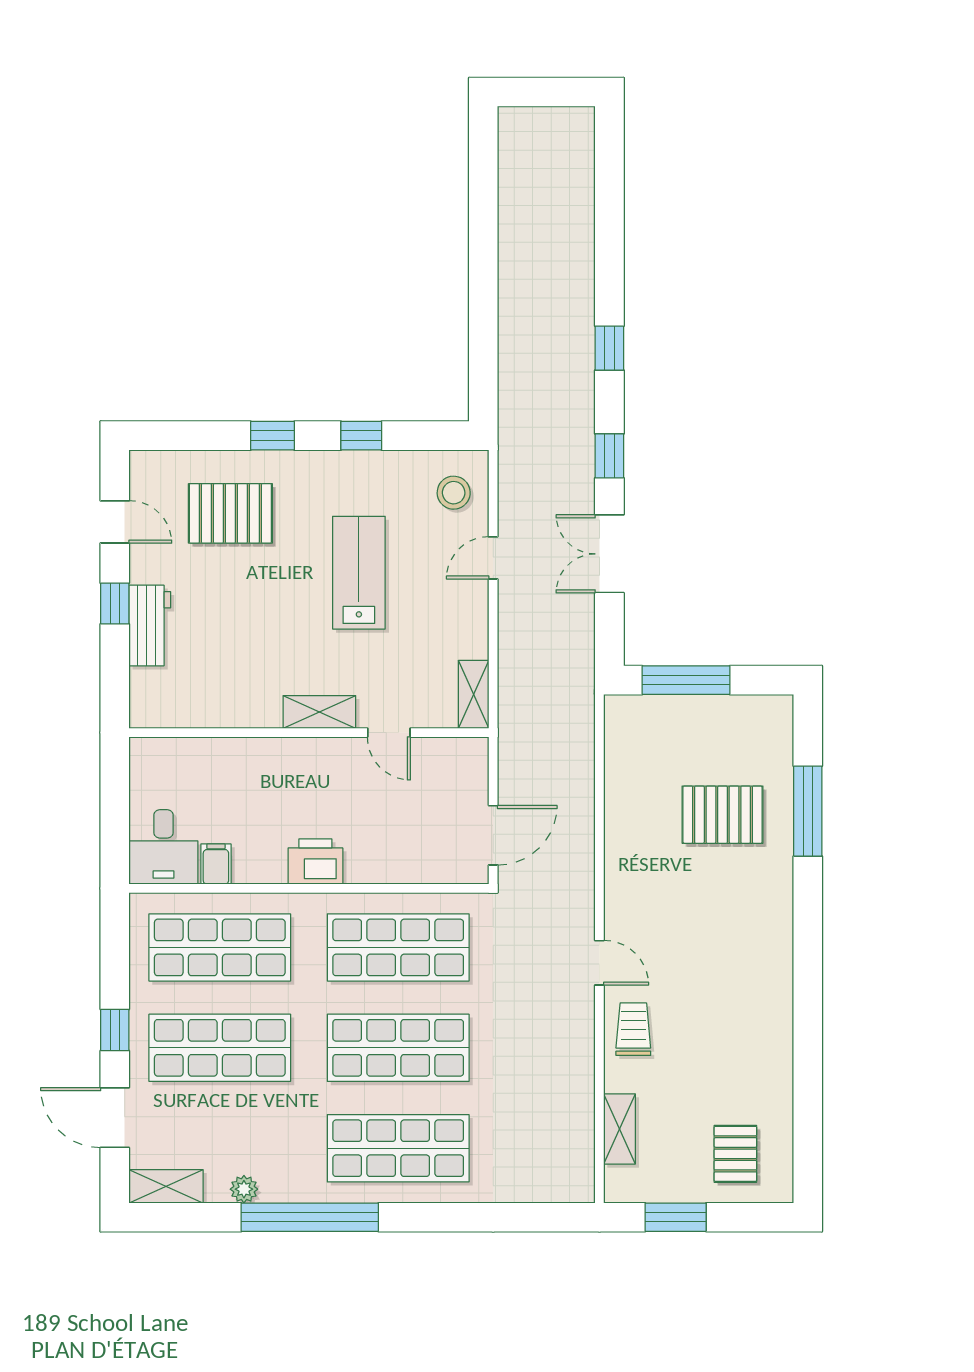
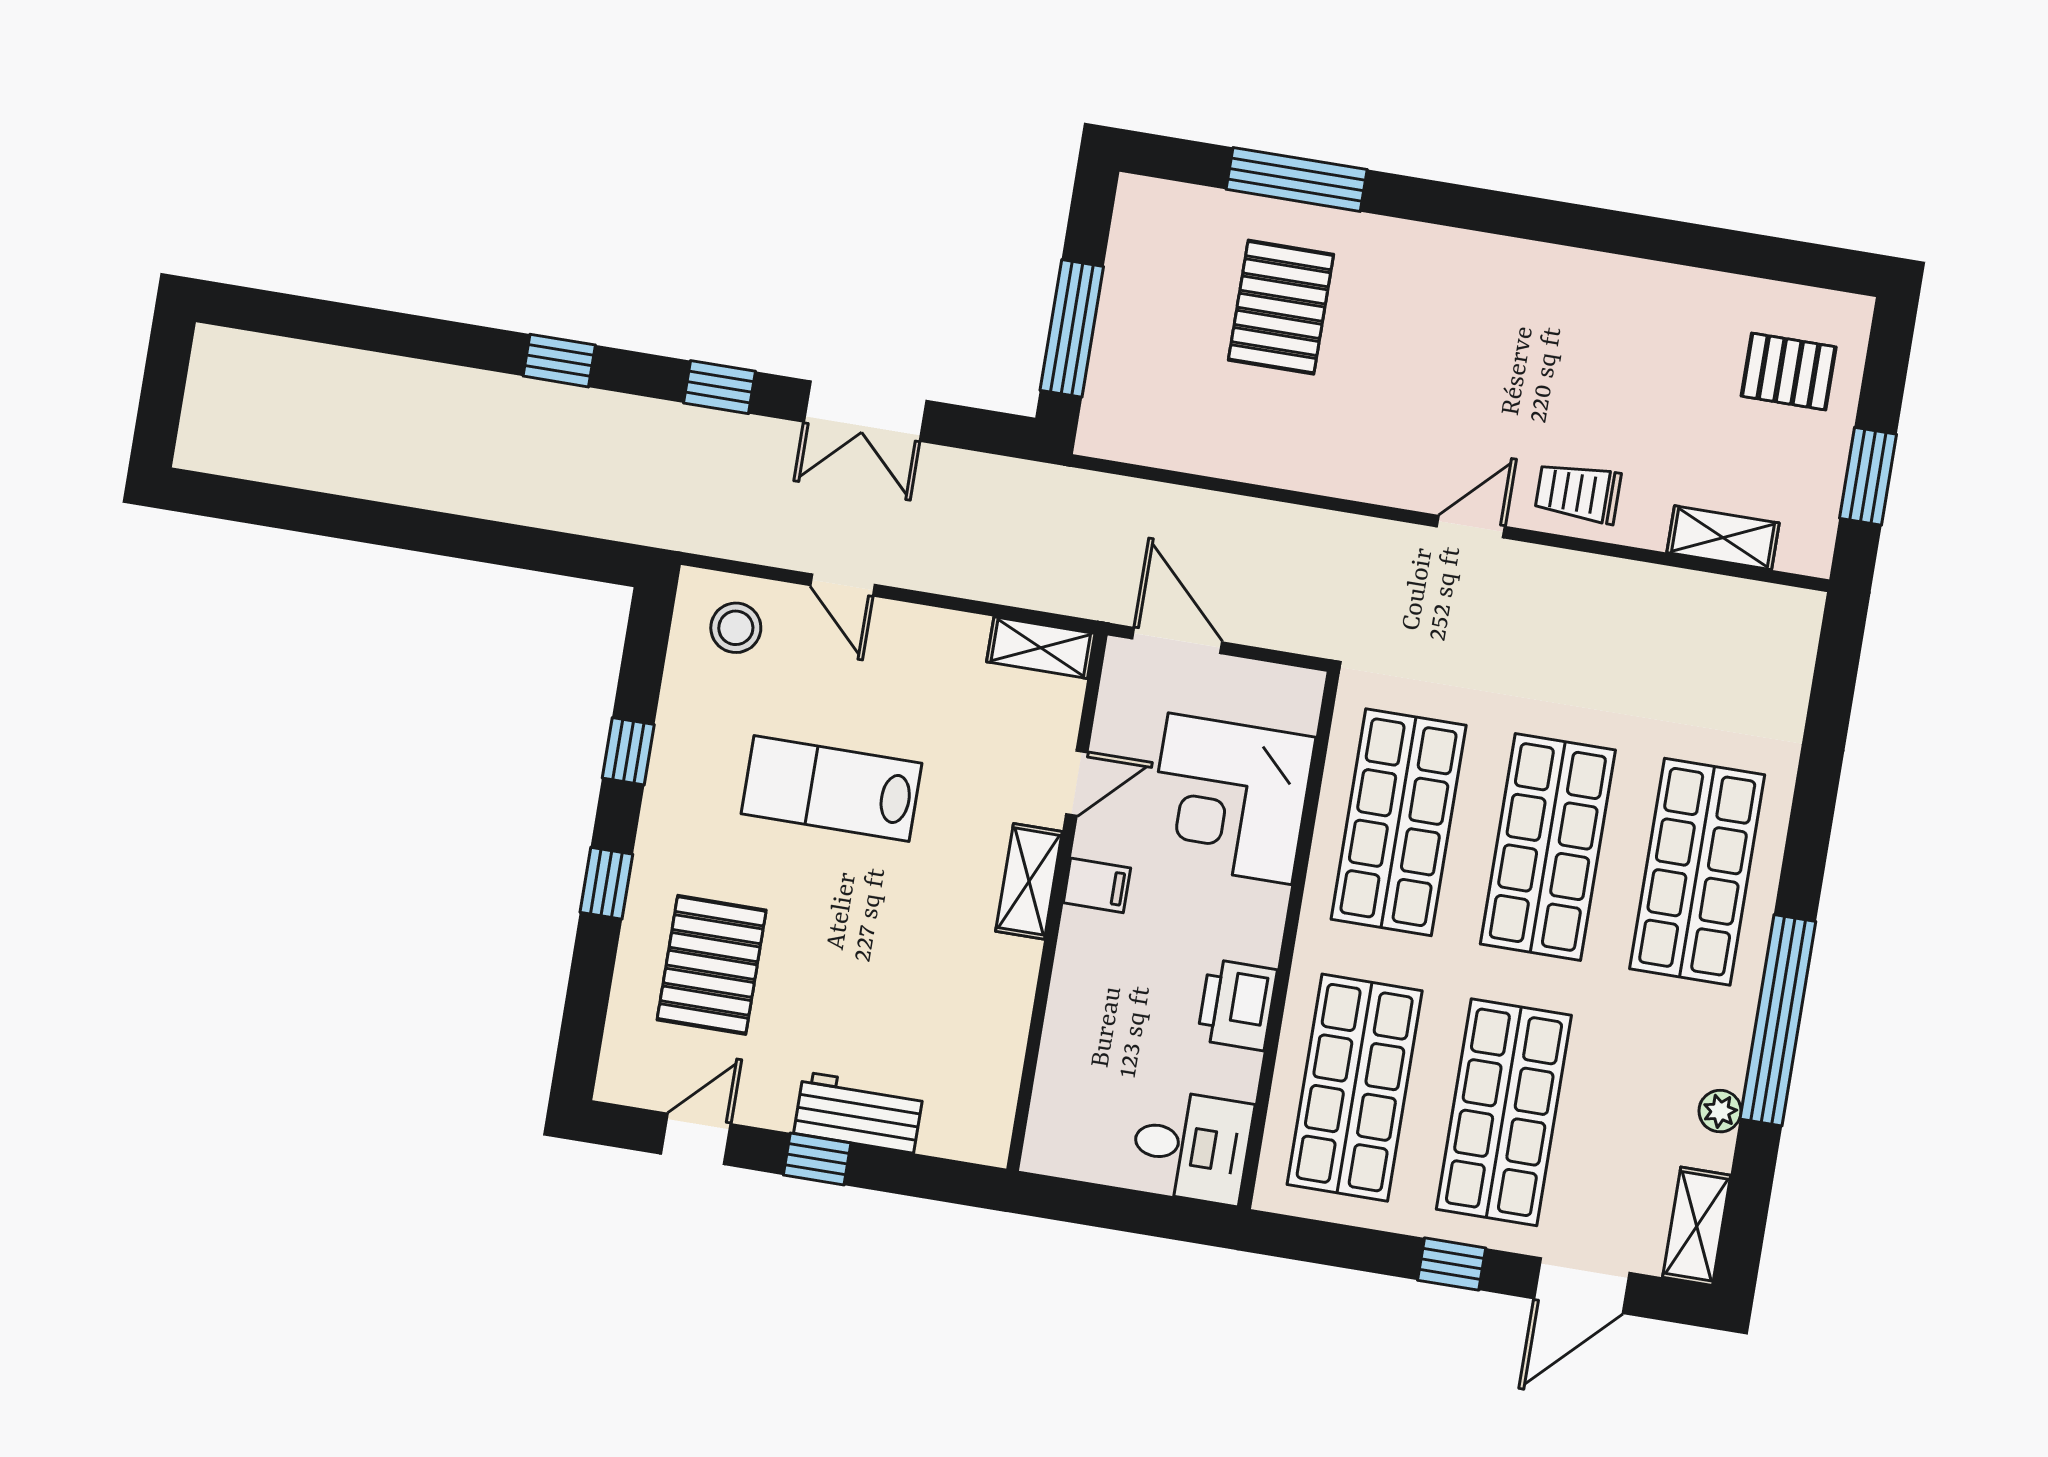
corner desk: (395, 835) -> (1230, 799), added
door: (493, 835) -> (1177, 640), moved
printer: (315, 862) -> (1237, 1005), moved
filing cabinet: (216, 864) -> (1097, 885), moved, turned 180

